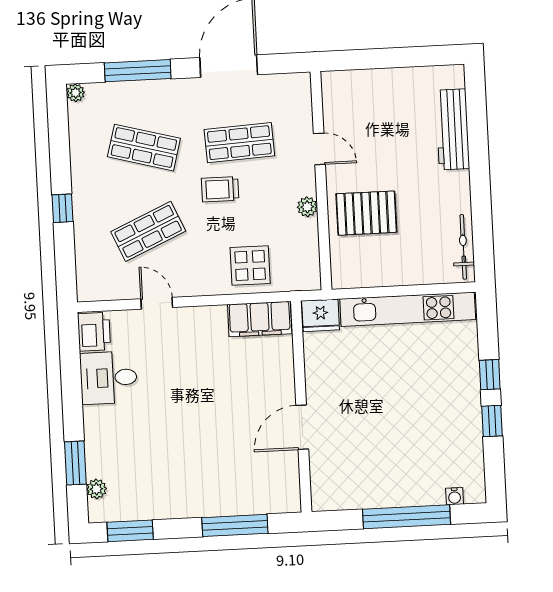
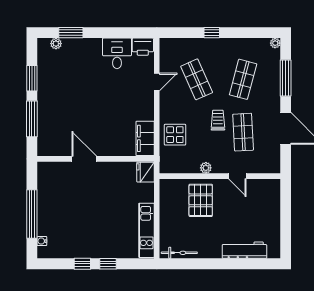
door: (319, 149) -> (237, 176), hinge flipped
kitchen unit: (408, 309) -> (146, 230), width x0.73
window: (130, 531) -> (32, 78), moved

